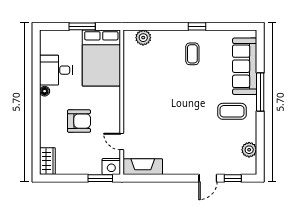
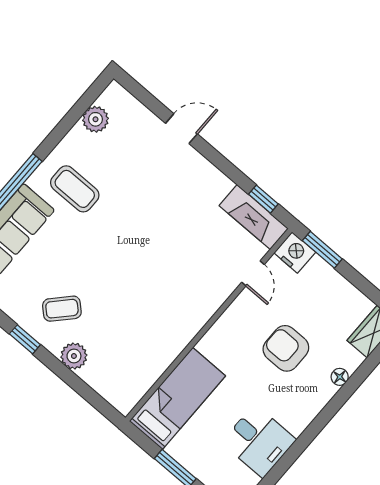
plant: (143, 38) -> (74, 356), moved
coffee table: (192, 54) -> (62, 309), turned 43
bed: (101, 58) -> (177, 398), width x0.67
floor lamp: (45, 91) -> (340, 377), moved
window: (233, 178) -> (263, 199), moved

